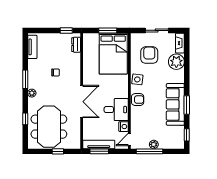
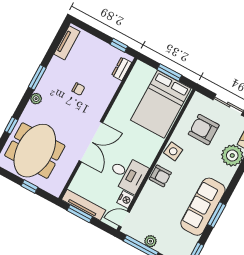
armchair: (149, 55) -> (204, 130), turned -90

